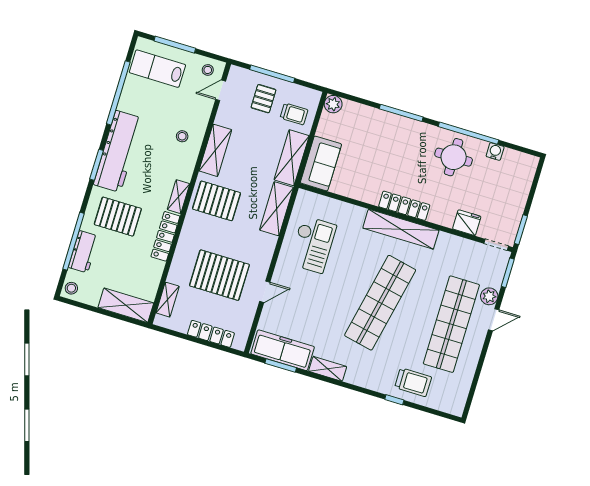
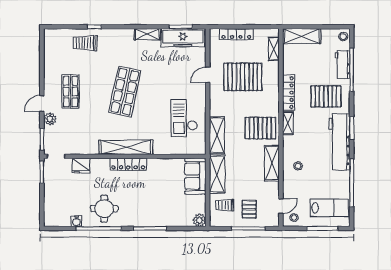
shop shelf: (380, 303) -> (125, 92), width x0.71
shop shelf: (451, 324) -> (70, 92), width x0.50, depth x0.74

